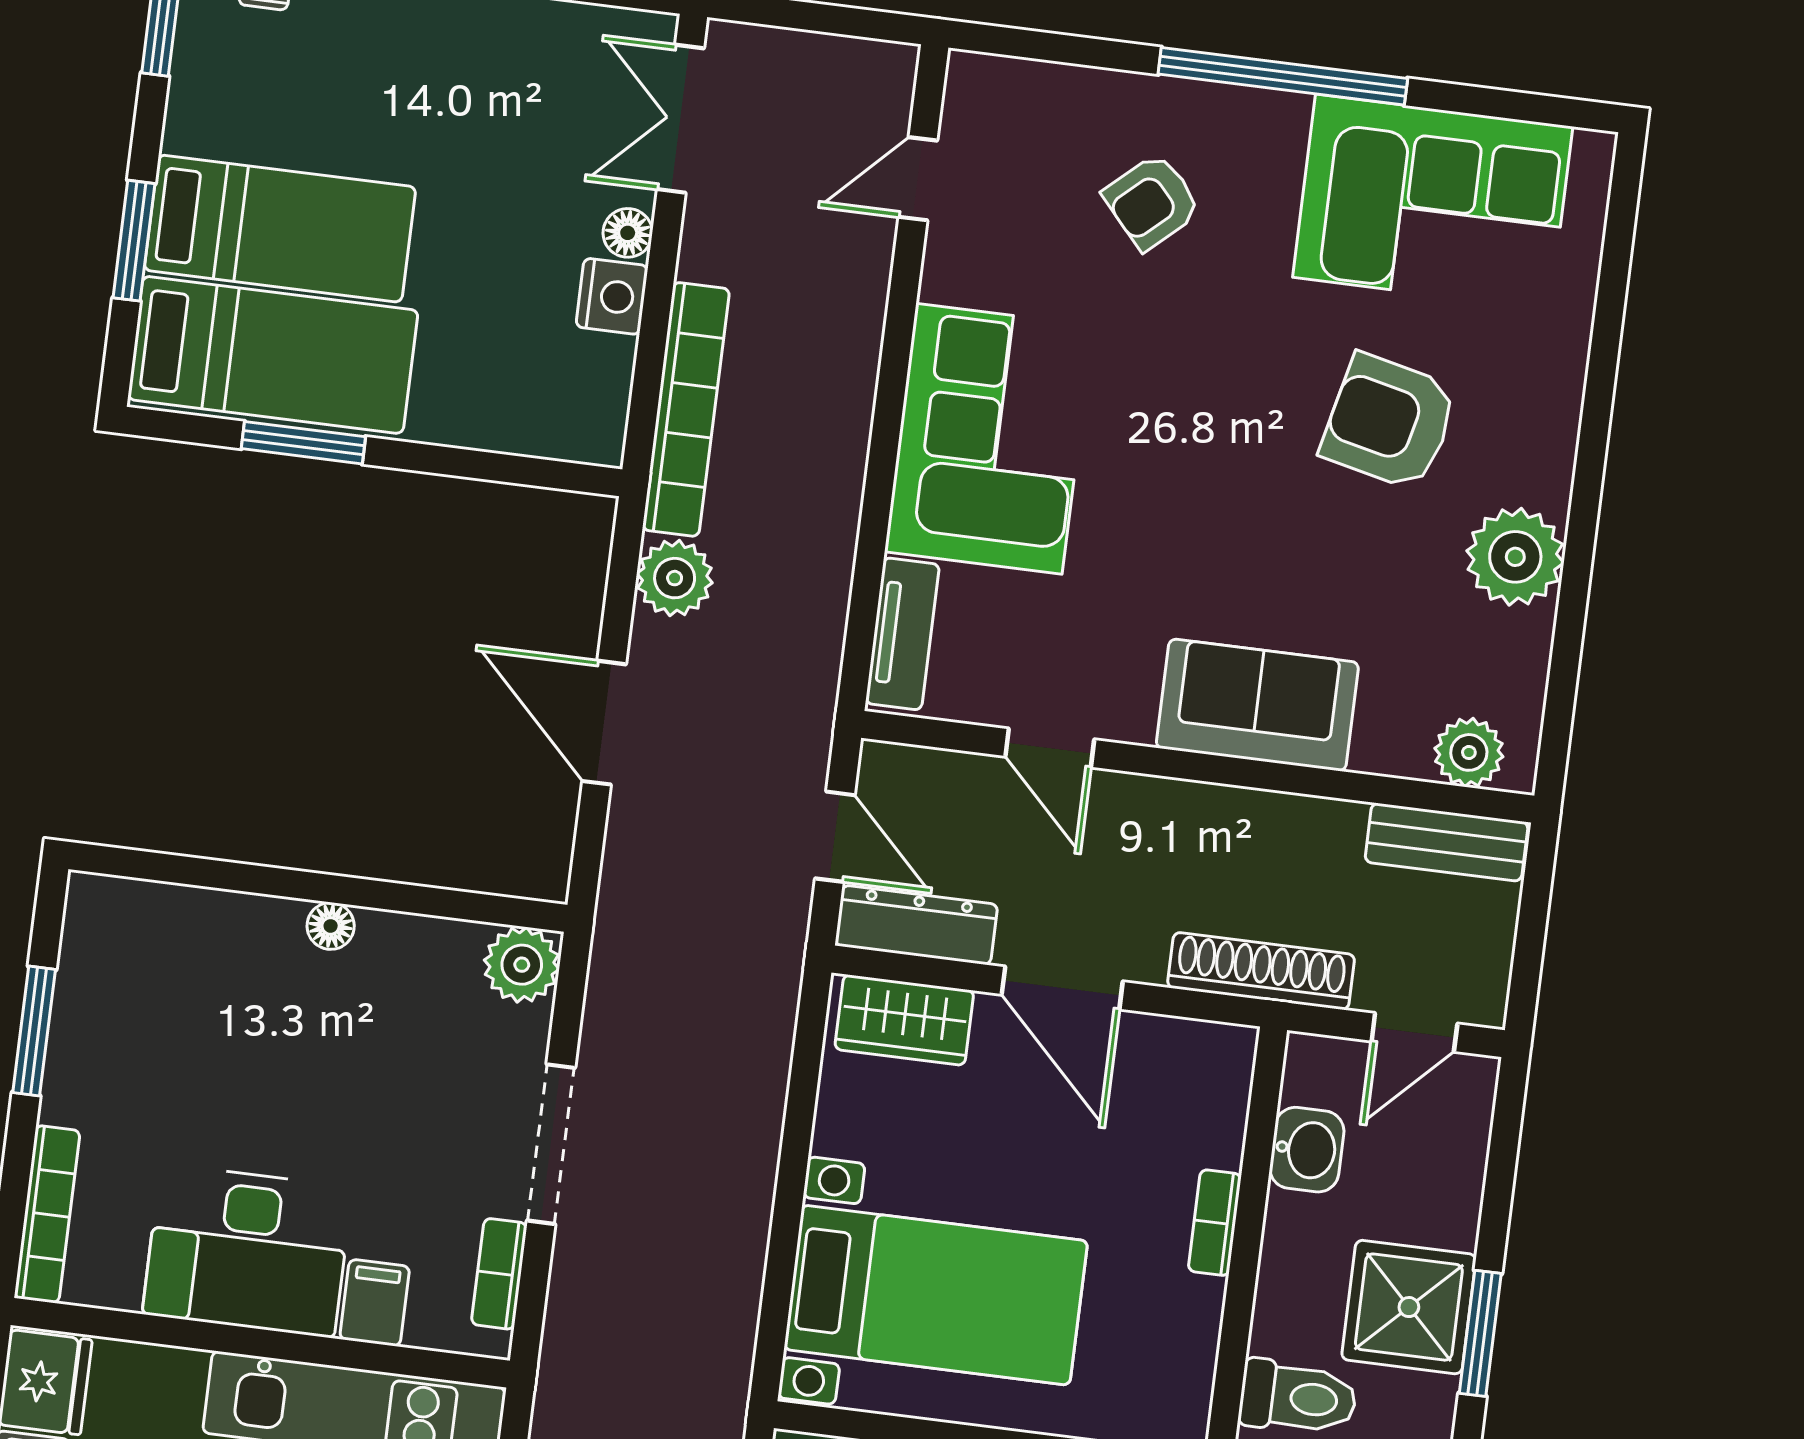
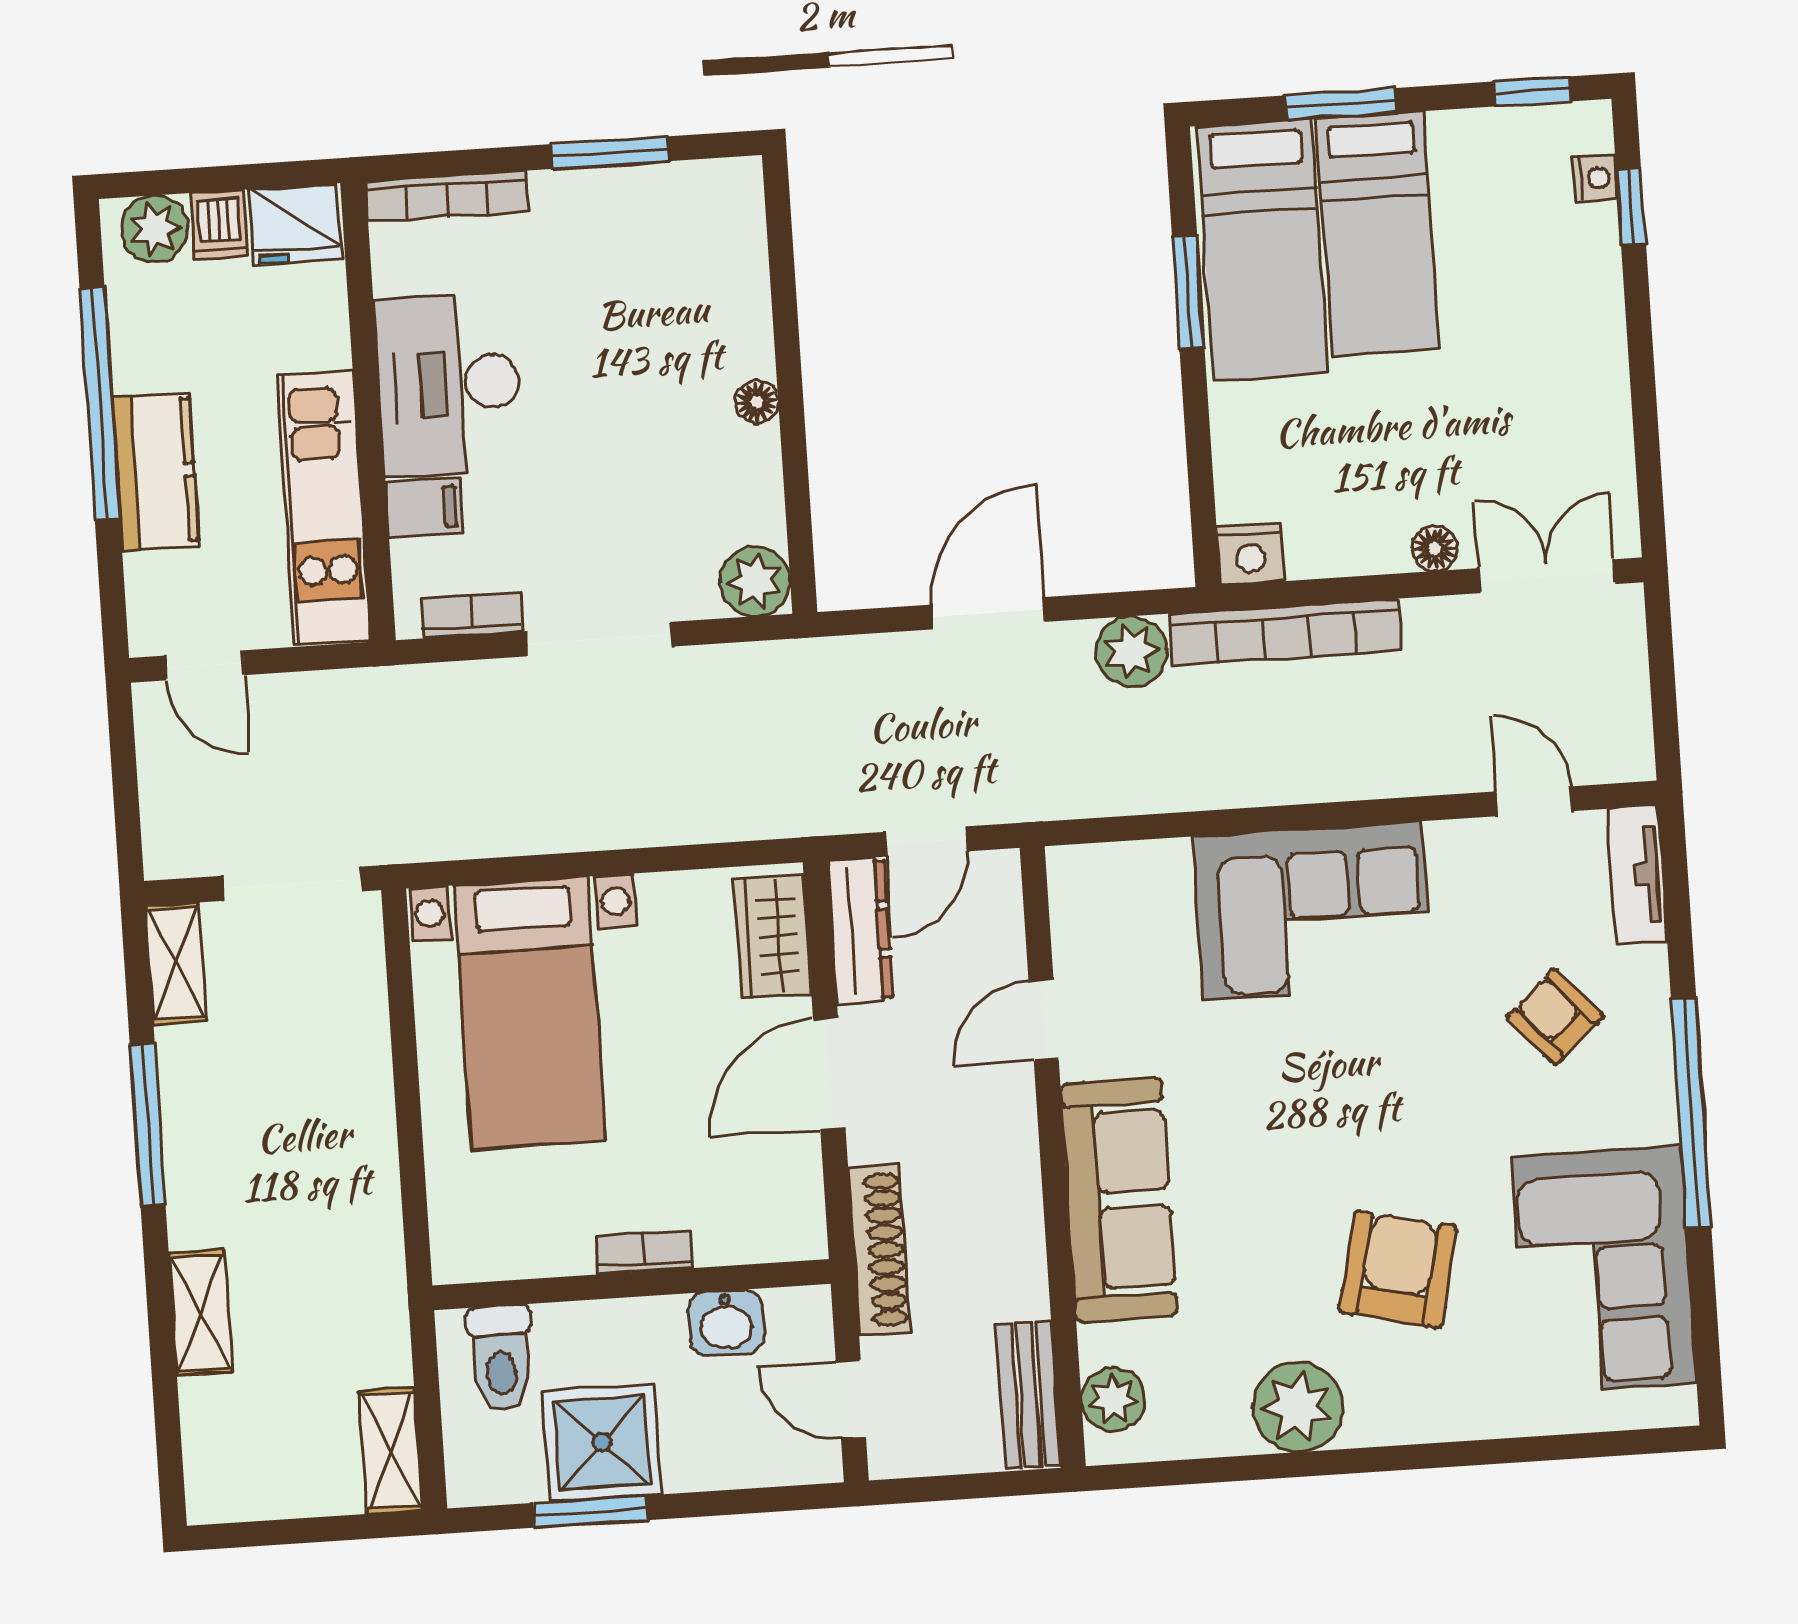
nightstand: (612, 296) -> (1250, 554), moved
tv unit: (902, 634) -> (1637, 875), moved, turned 90
sofa: (1257, 705) -> (1119, 1200), width x1.36

